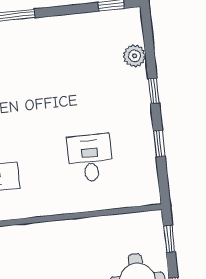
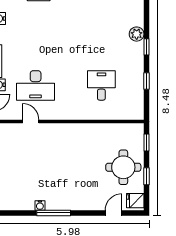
plant: (135, 56) -> (137, 34), moved

